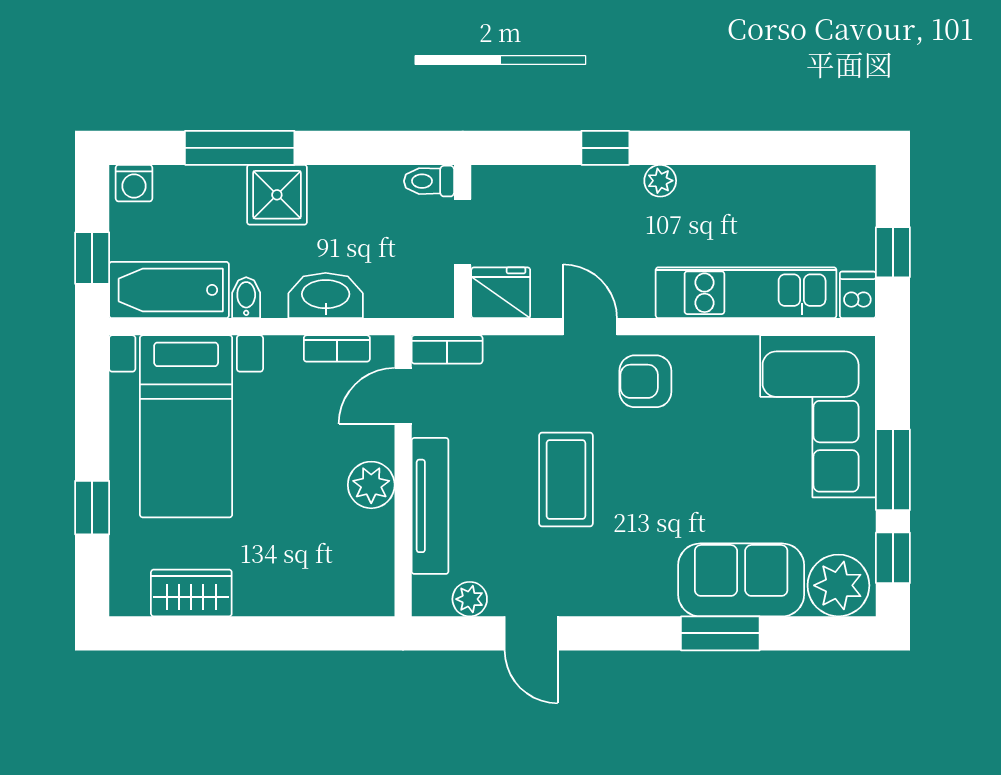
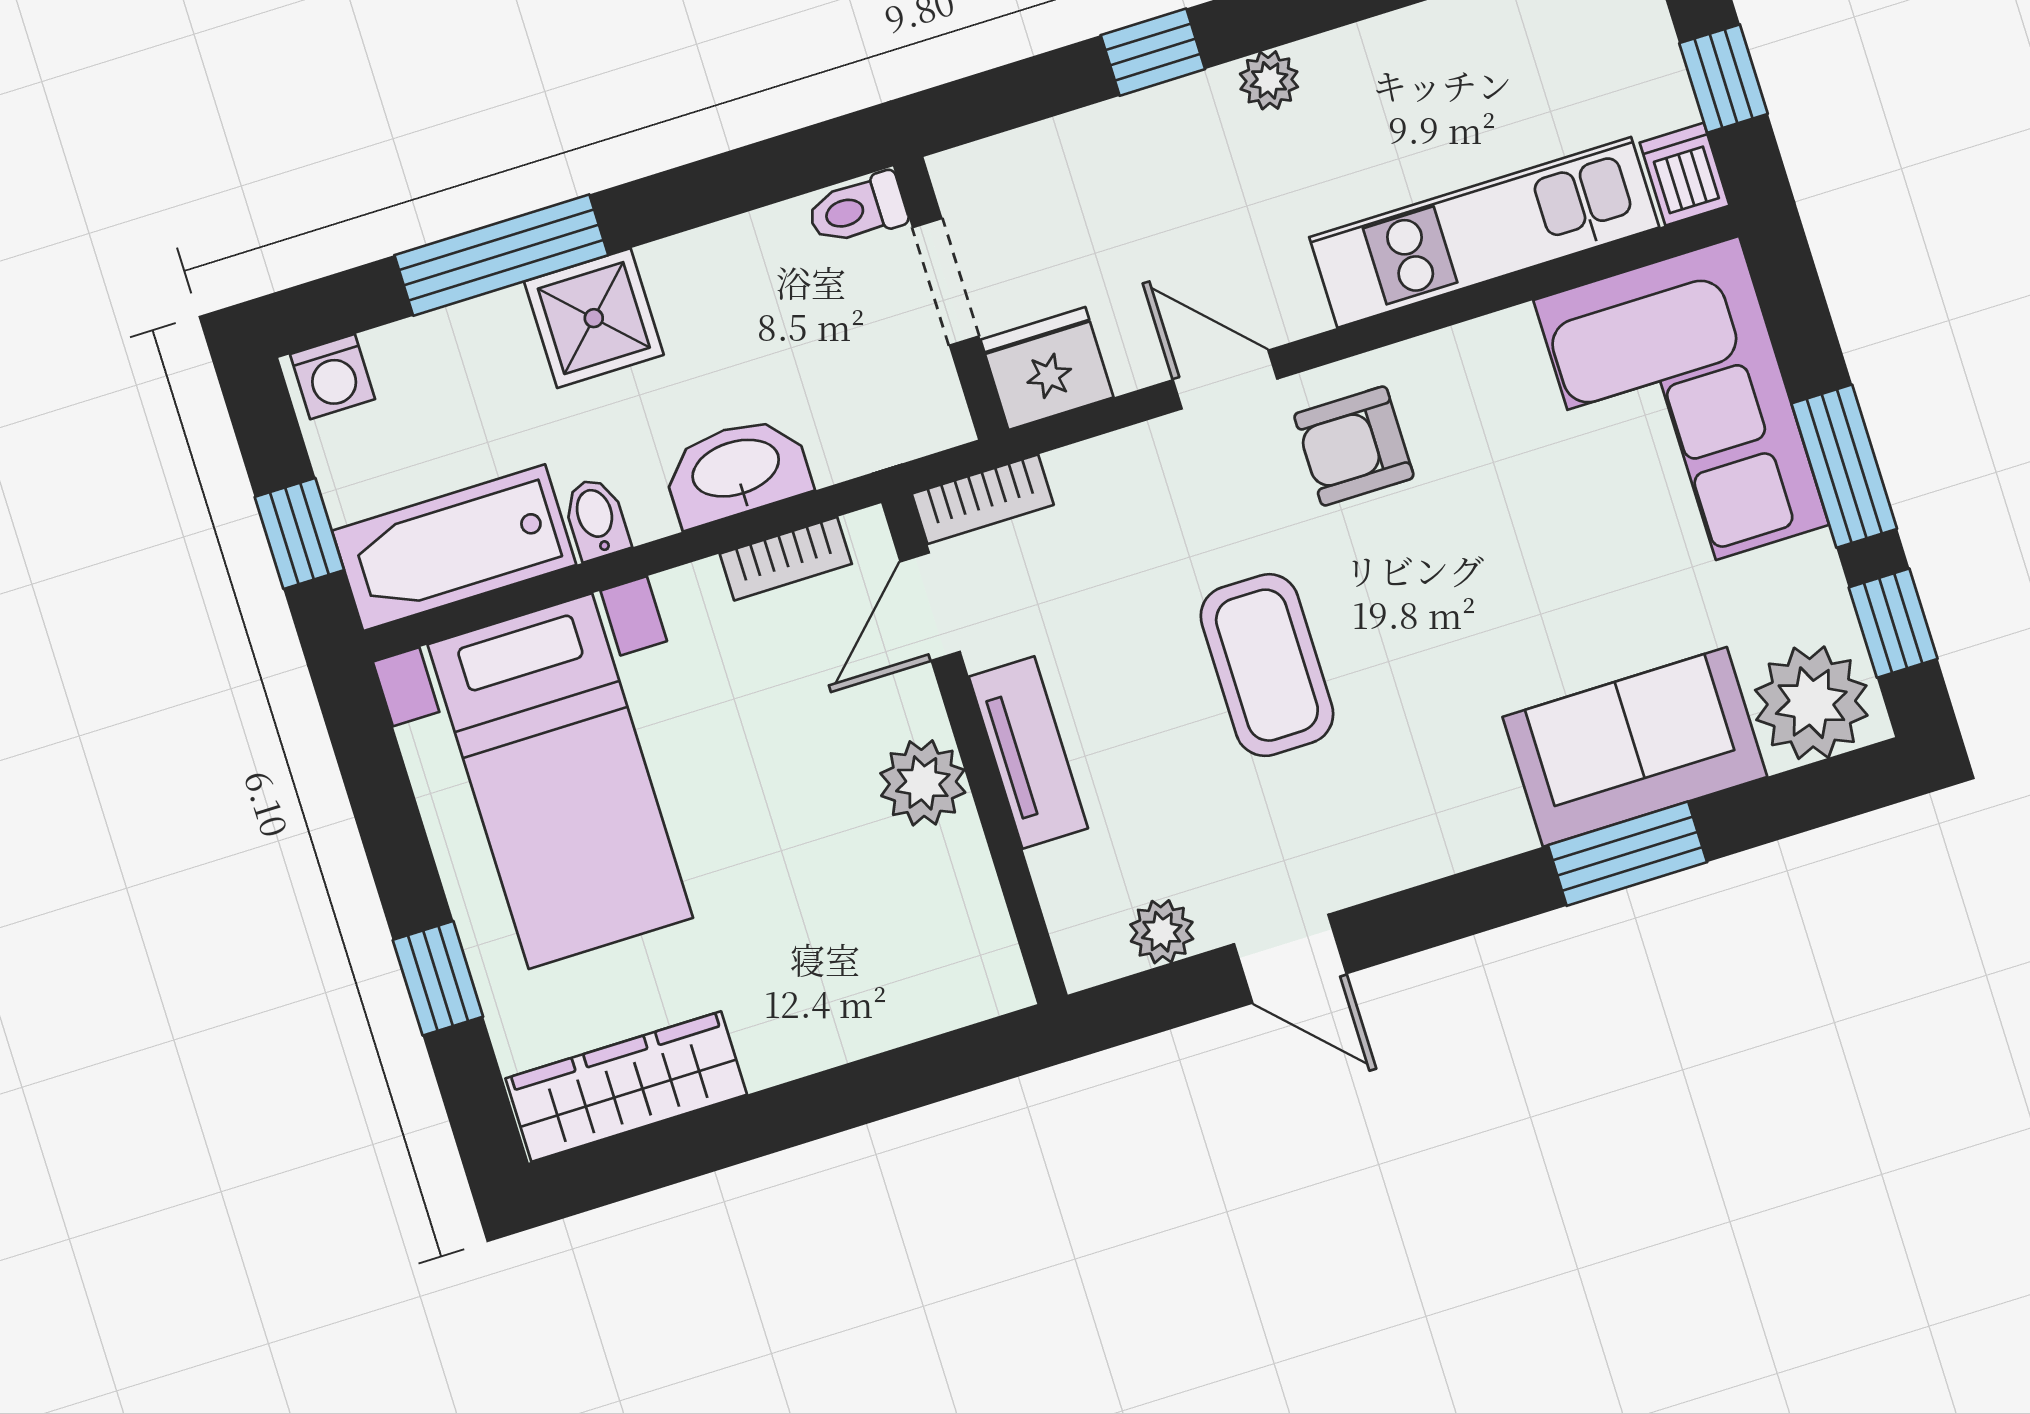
tv unit: (430, 506) -> (1028, 752), width x0.71
wardrobe: (191, 593) -> (626, 1087), width x1.50

